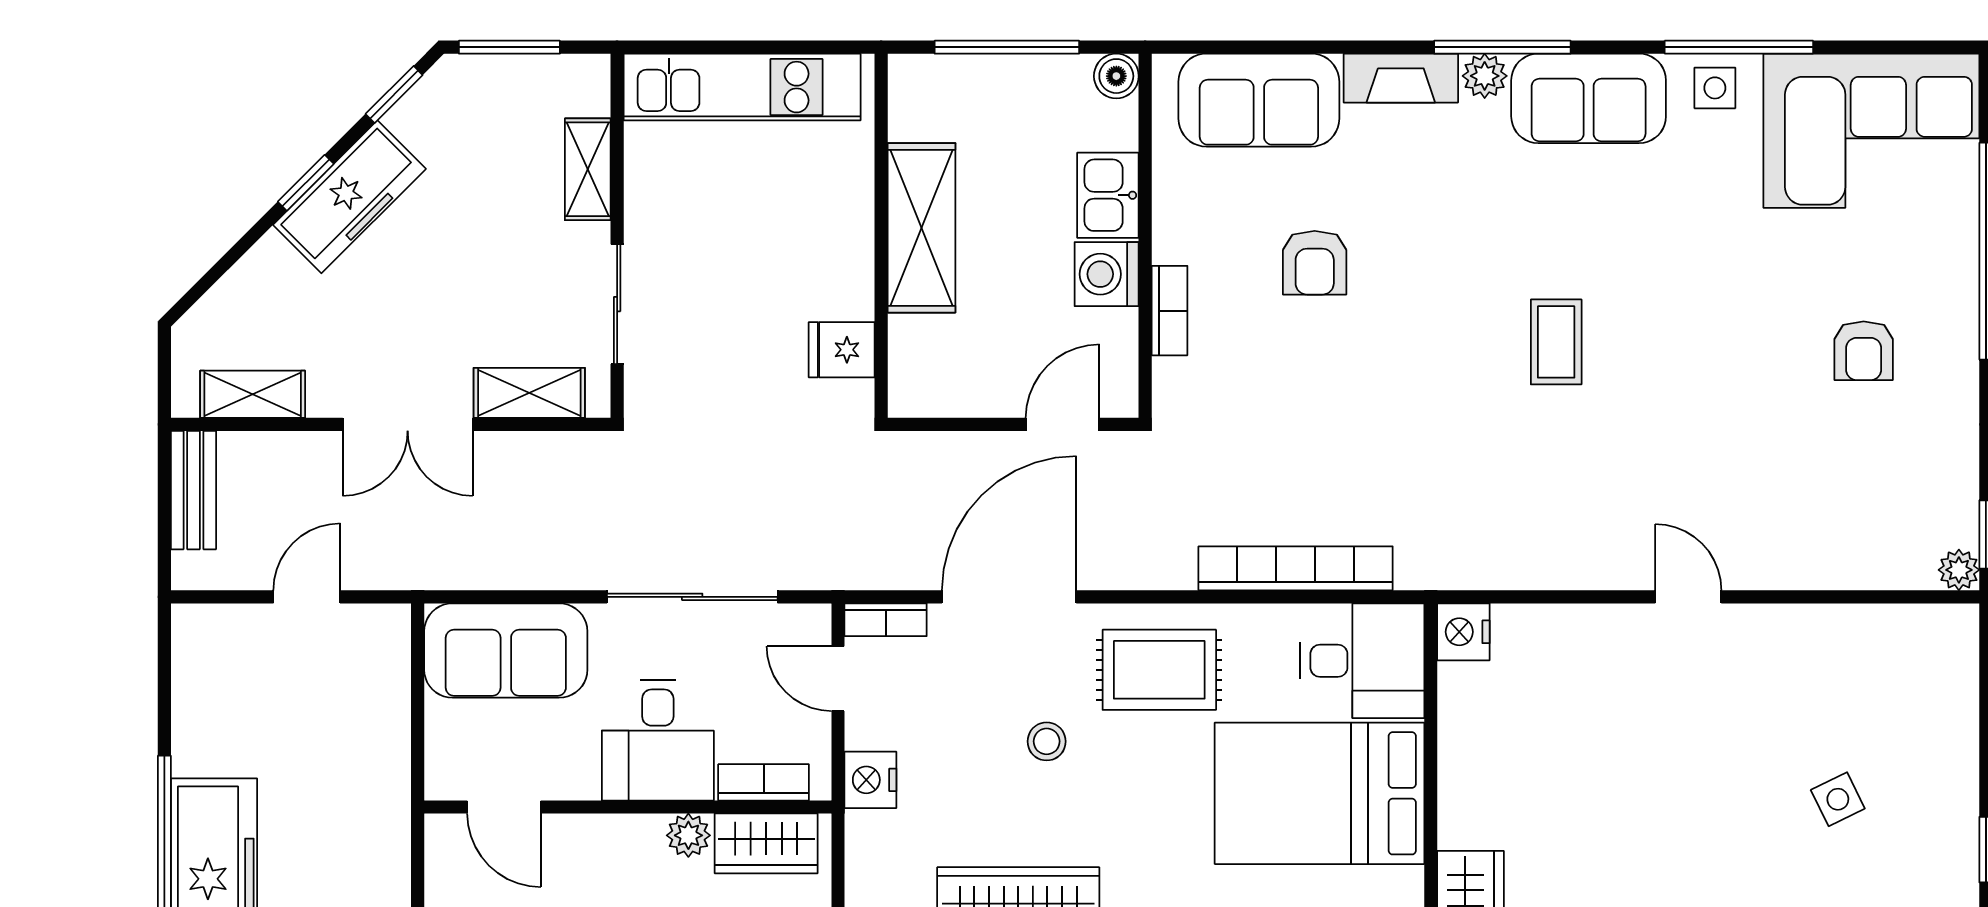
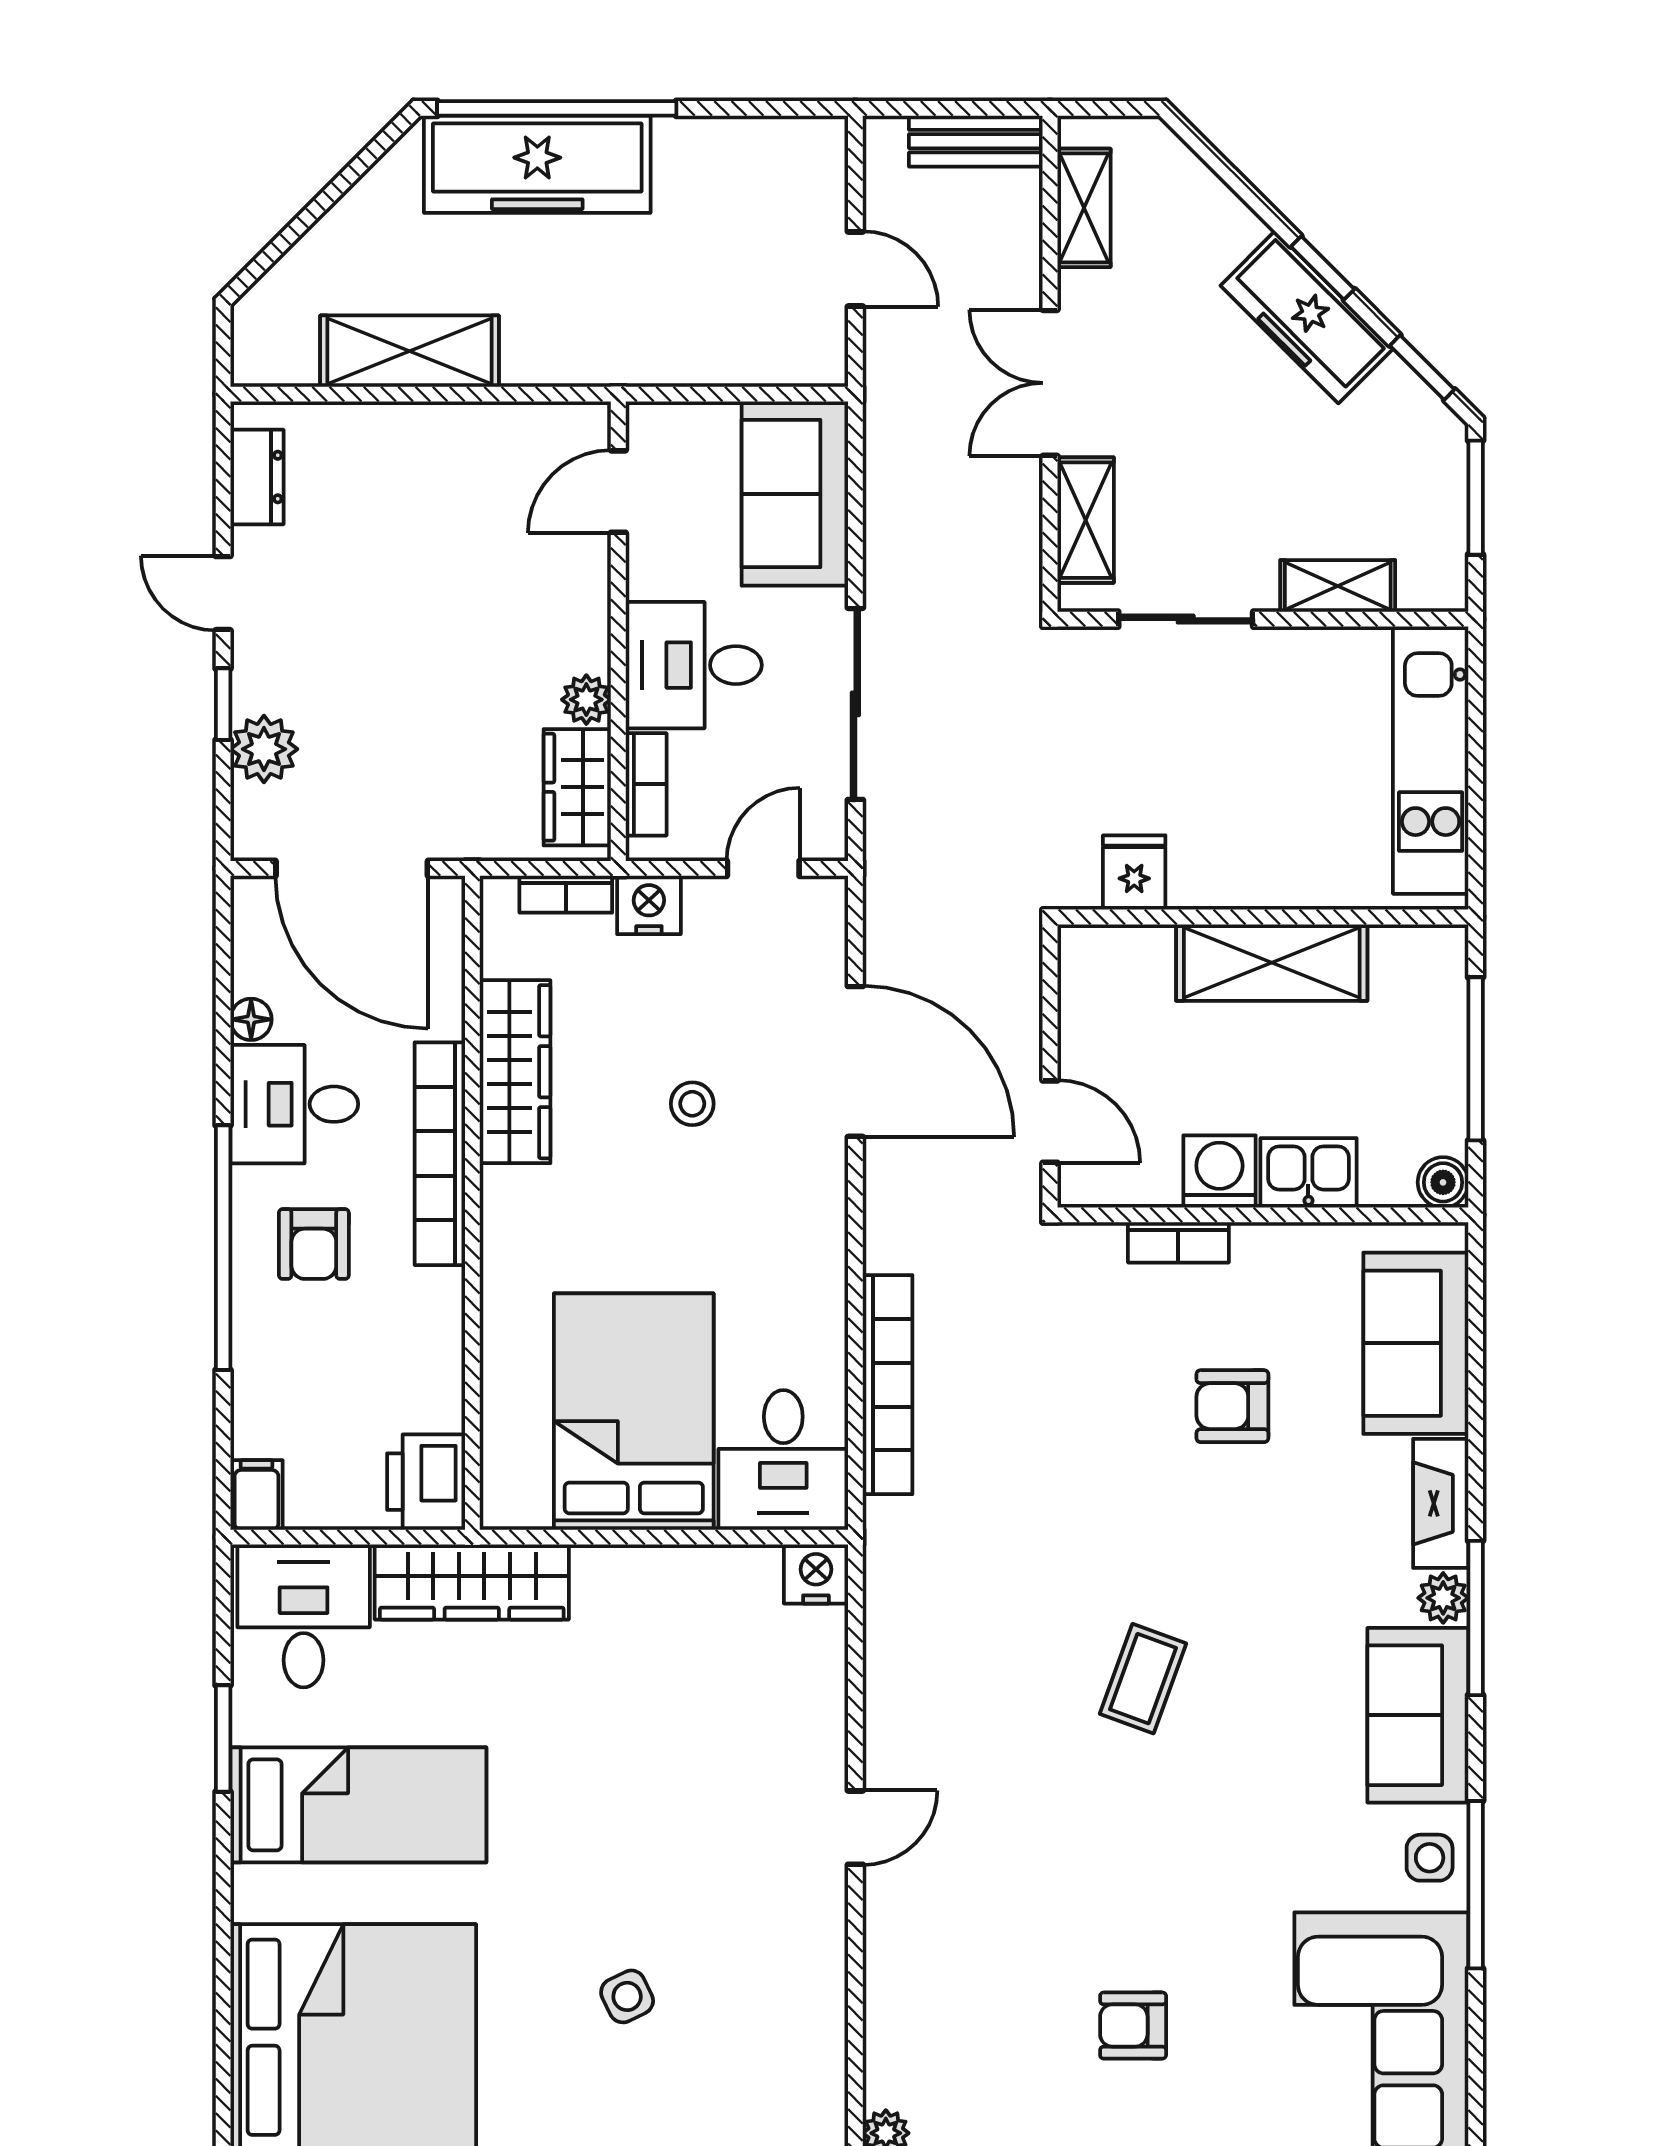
coffee table: (1556, 342) -> (1143, 1679), turned -70
bookcase: (886, 620) -> (566, 894), moved, turned -90
rug: (1159, 670) -> (773, 1231), removed

